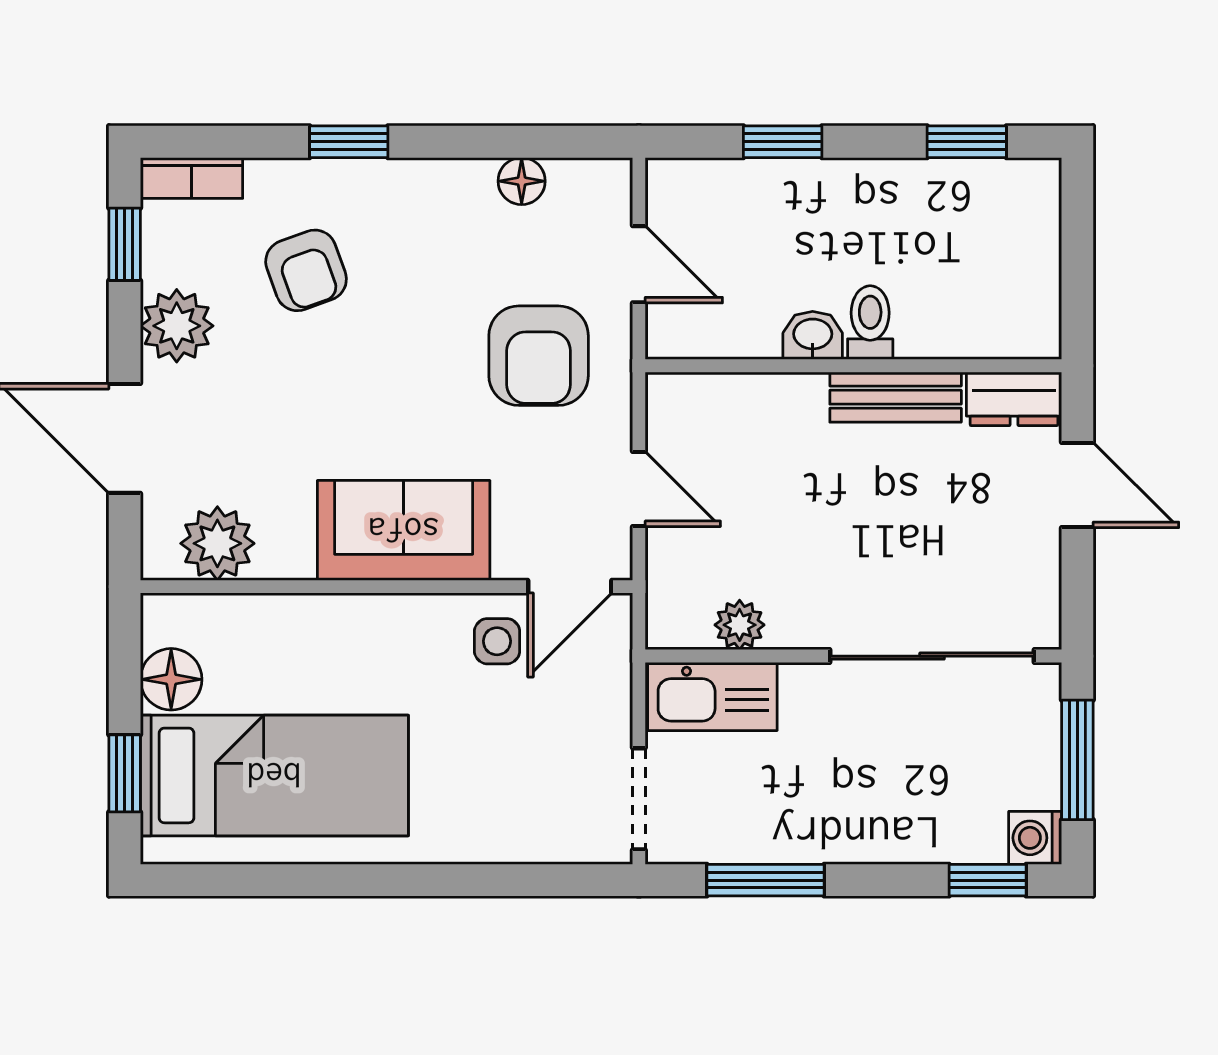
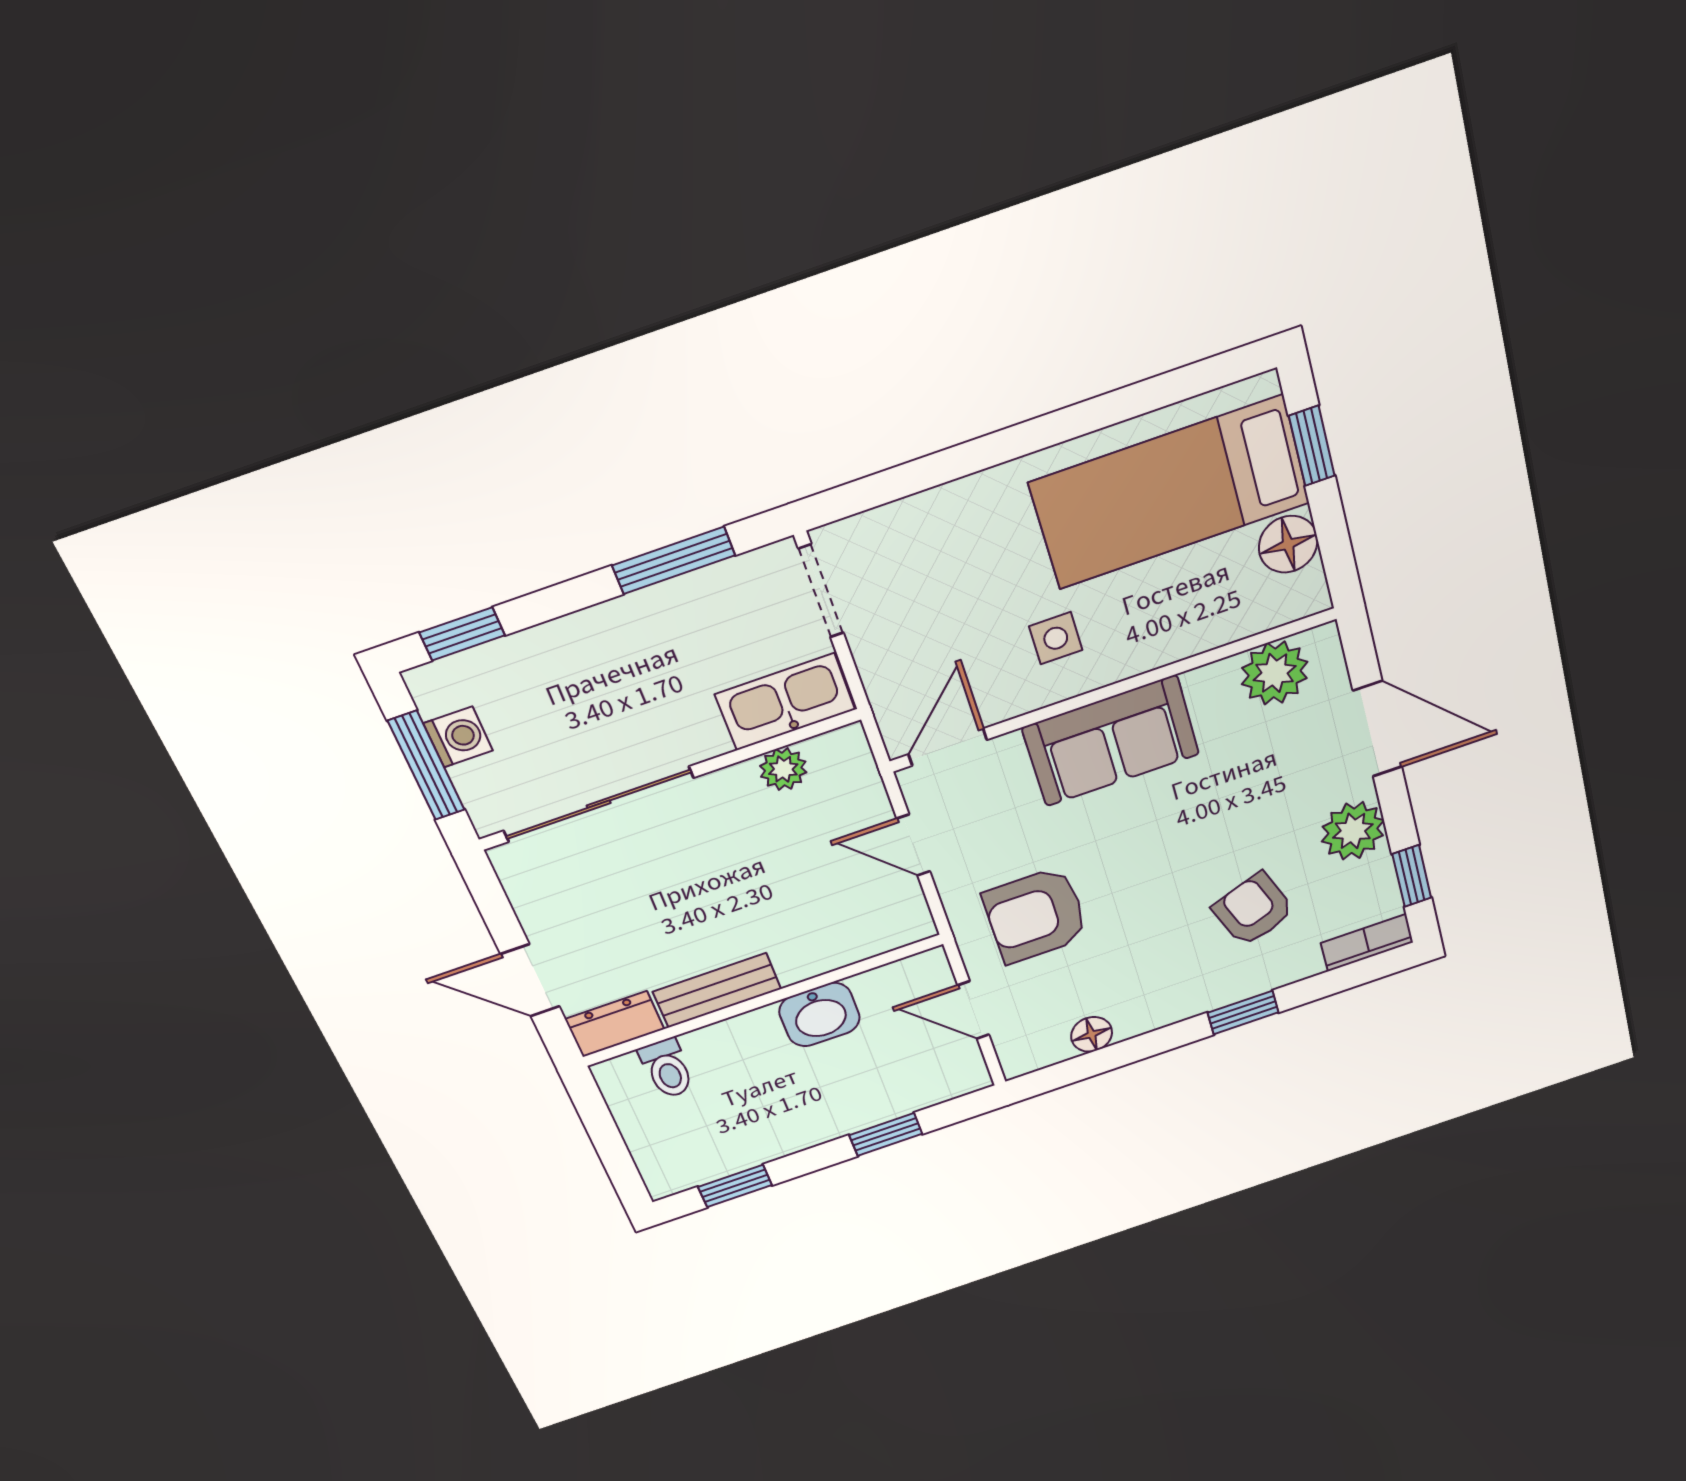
toilet: (870, 323) -> (667, 1069), moved
washbasin: (813, 335) -> (820, 1015), width x1.38, depth x1.45
armchair: (539, 356) -> (1036, 915), turned -90
side table: (497, 641) -> (1056, 638), moved
washing machine: (1035, 838) -> (458, 737), moved

